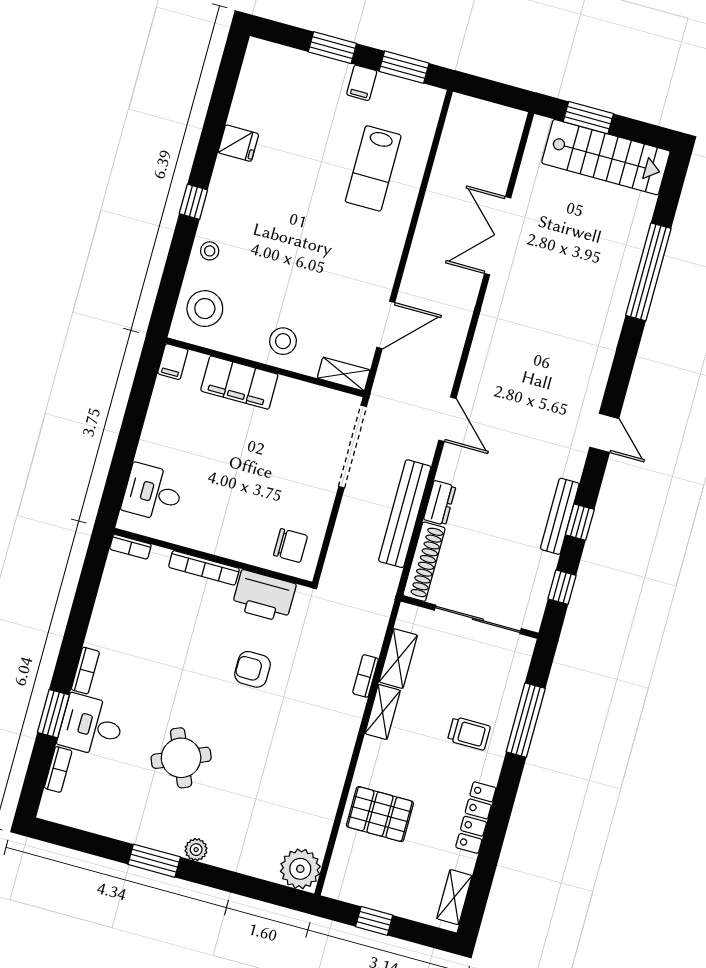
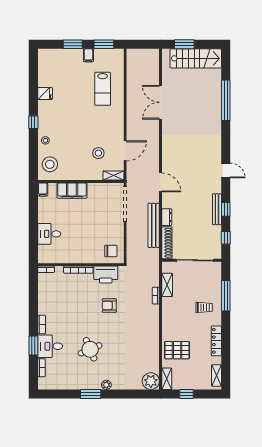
stool: (283, 341) -> (98, 153), moved
desk: (153, 493) -> (49, 234), moved
shelving: (383, 712) -> (167, 379), moved

